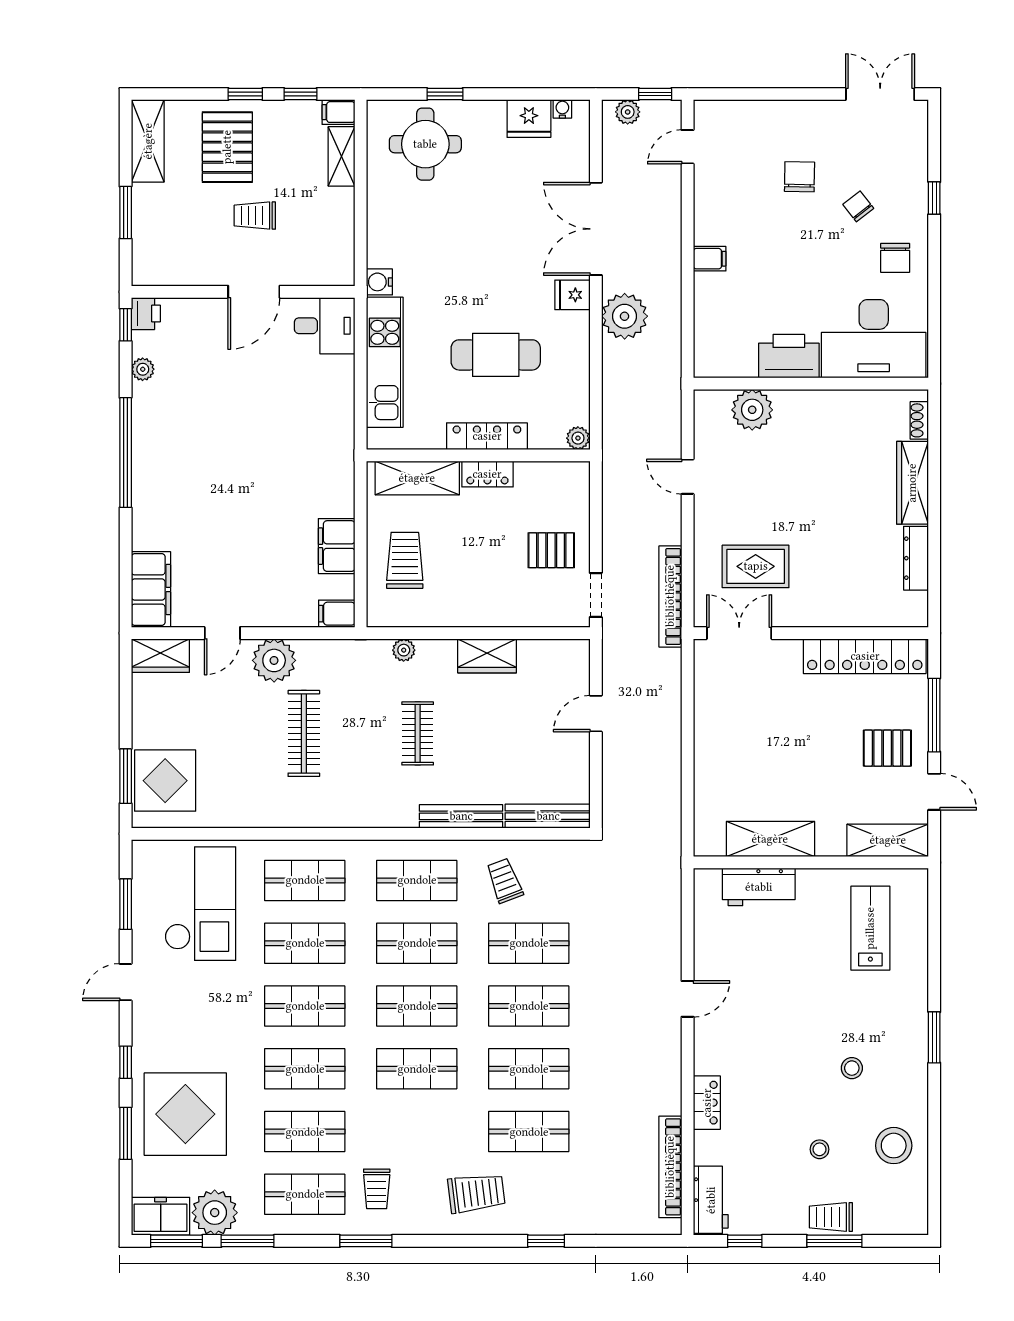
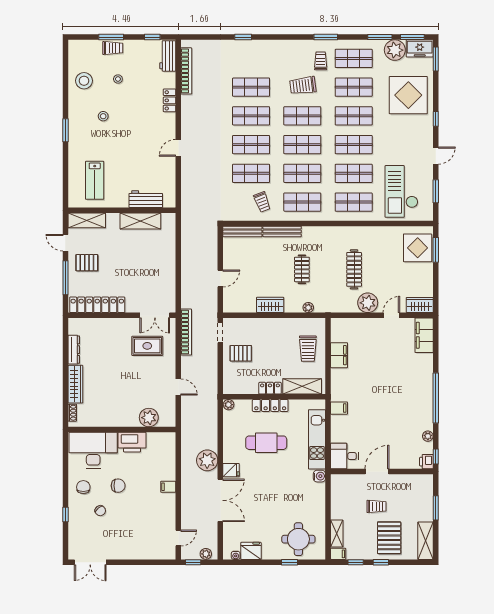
chair: (800, 177) -> (118, 486), moved, turned -91
filing cabinet: (337, 614) -> (339, 408), moved
window: (126, 1133) -> (436, 59), moved
trolley: (476, 1193) -> (303, 85), moved

